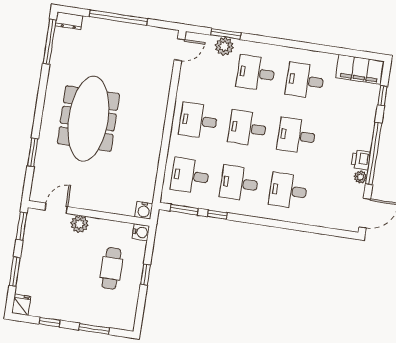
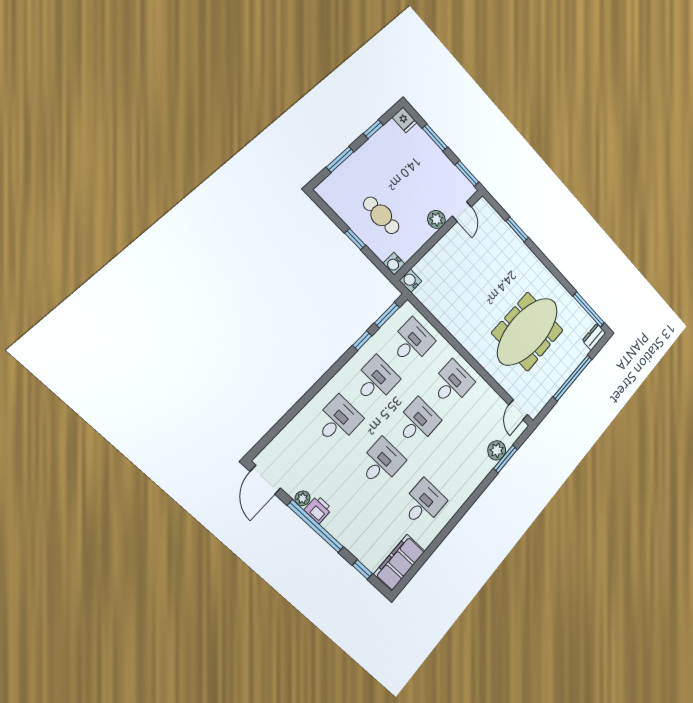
desk: (256, 73) -> (458, 463), removed
meeting table: (88, 119) -> (528, 331), moved, turned 90

